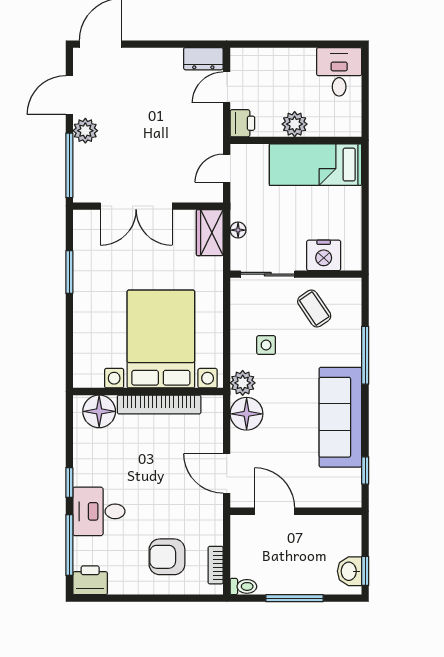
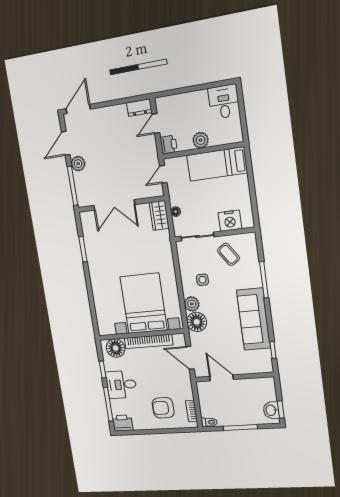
bed with nightstands: (161, 339) -> (144, 303), moved
wall: (148, 392) -> (141, 334), moved
bookcase: (159, 405) -> (148, 341), moved
floor lamp: (99, 411) -> (116, 348), moved

